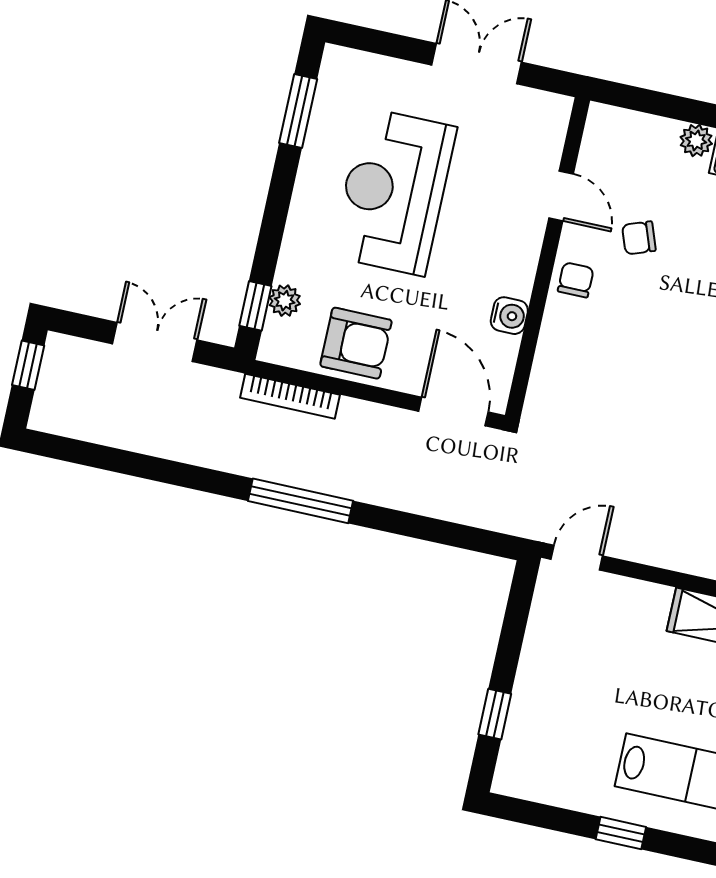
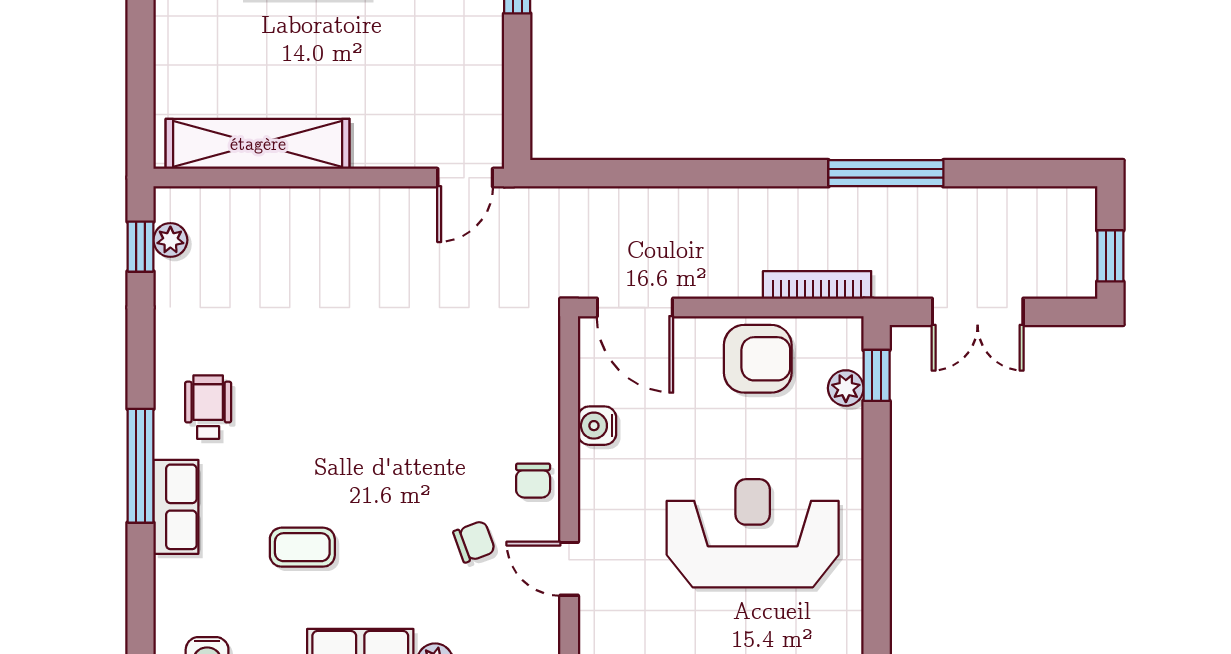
window: (298, 111) -> (877, 598), removed
reception desk: (394, 192) -> (753, 533), turned -90
armchair: (356, 343) -> (758, 359), turned 180
window: (300, 501) -> (886, 173), moved

